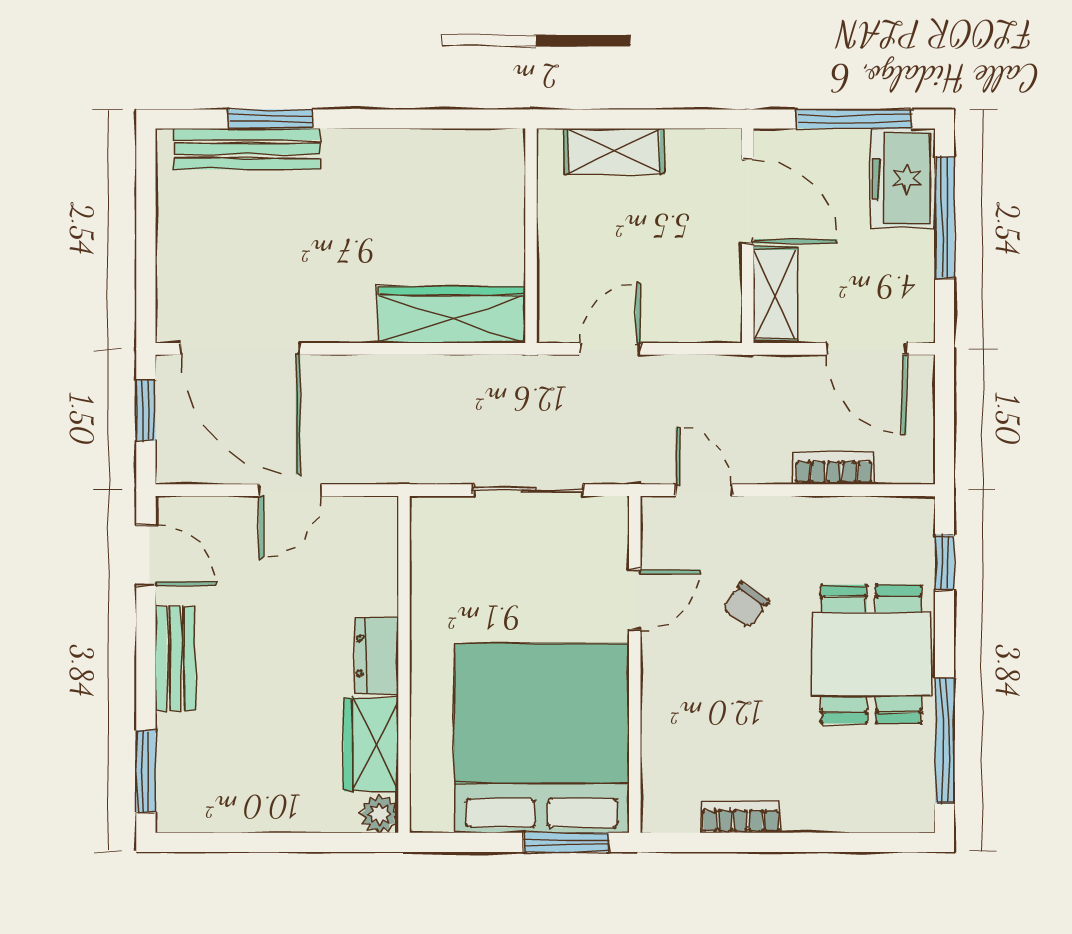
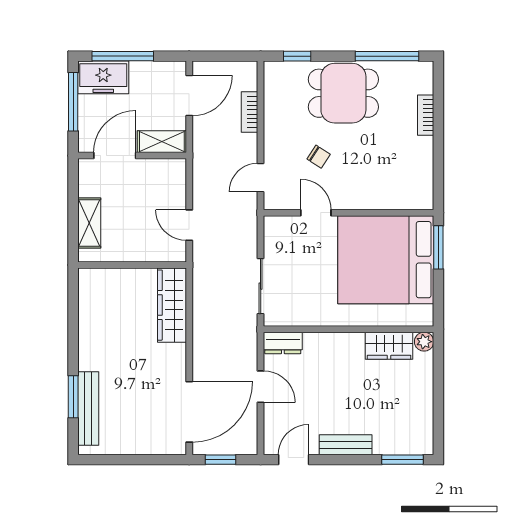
sliding door: (528, 490) -> (261, 286), moved
dresser: (377, 656) -> (283, 343), moved
bookcase: (741, 817) -> (426, 115), moved

